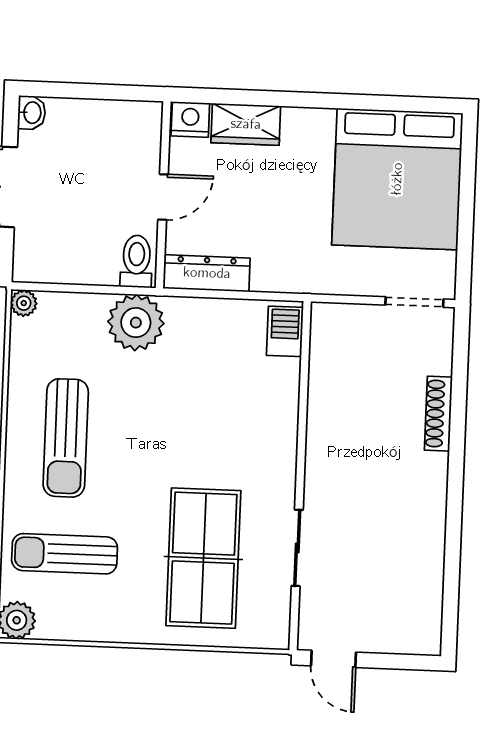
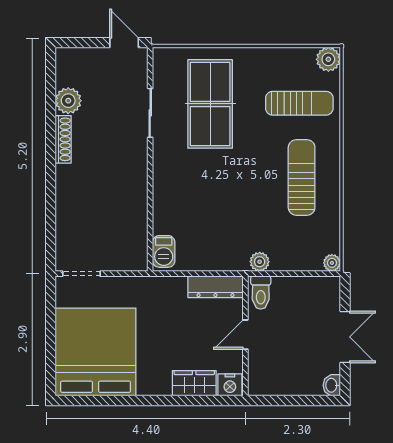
plant: (136, 323) -> (260, 262), width x0.53, depth x0.53
shoe rack: (438, 414) -> (63, 139), moved
plant: (424, 572) -> (68, 101), added

